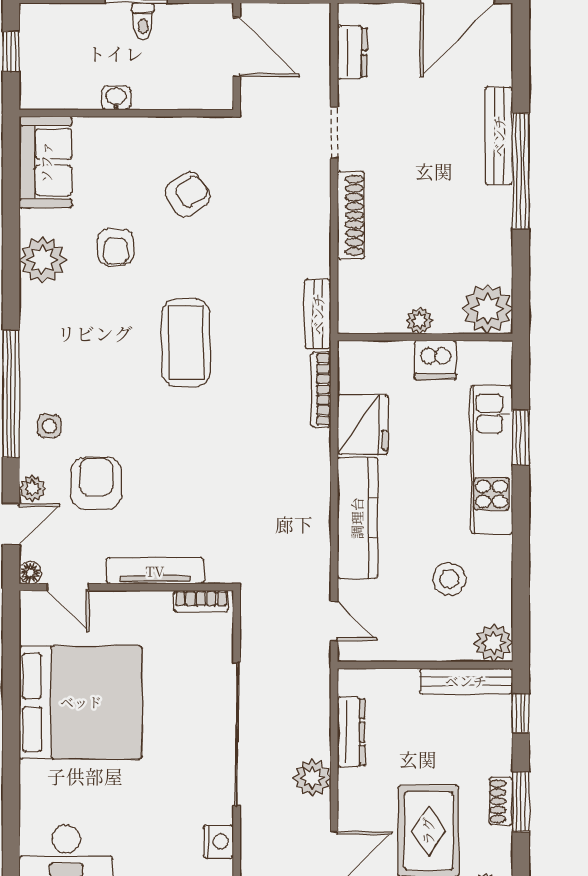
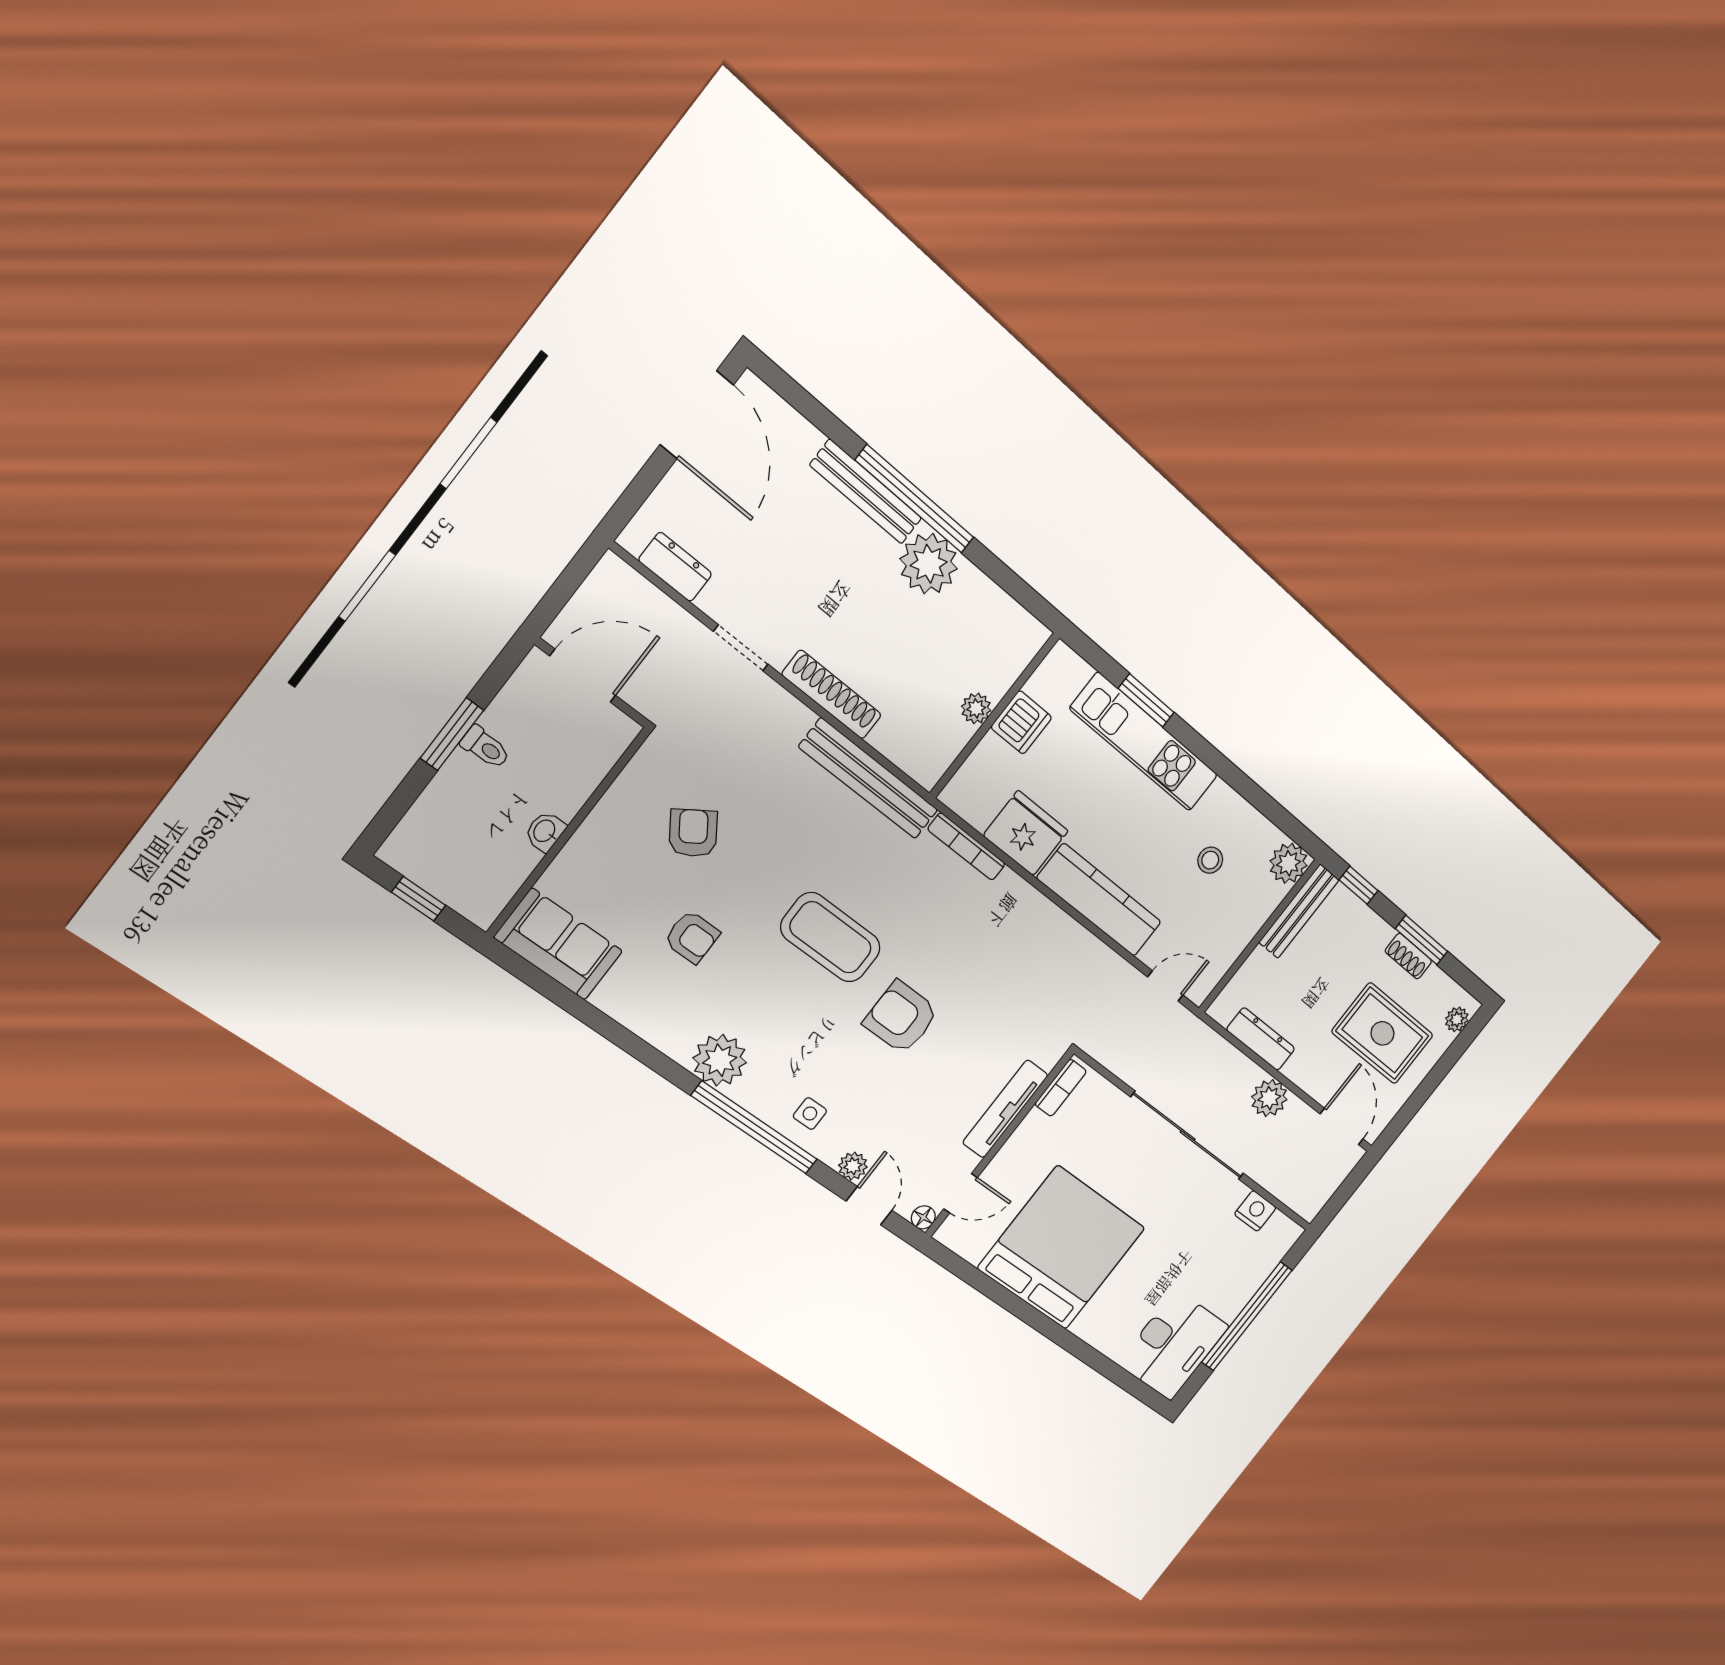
plant: (43, 260) -> (720, 1060), moved
plant: (487, 309) -> (929, 564), moved
bench: (318, 314) -> (869, 779), width x1.86, depth x1.21
armchair: (96, 483) -> (901, 1017), moved
stool: (449, 579) -> (1210, 860), width x0.73, depth x0.73

